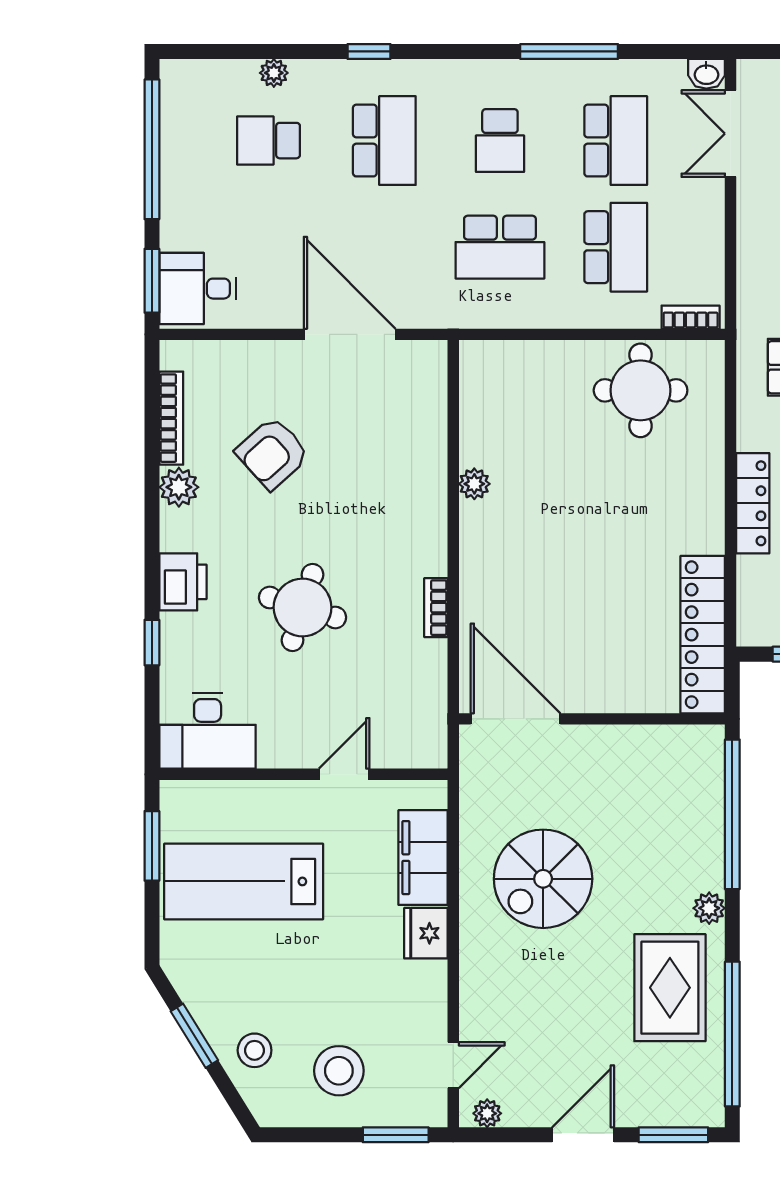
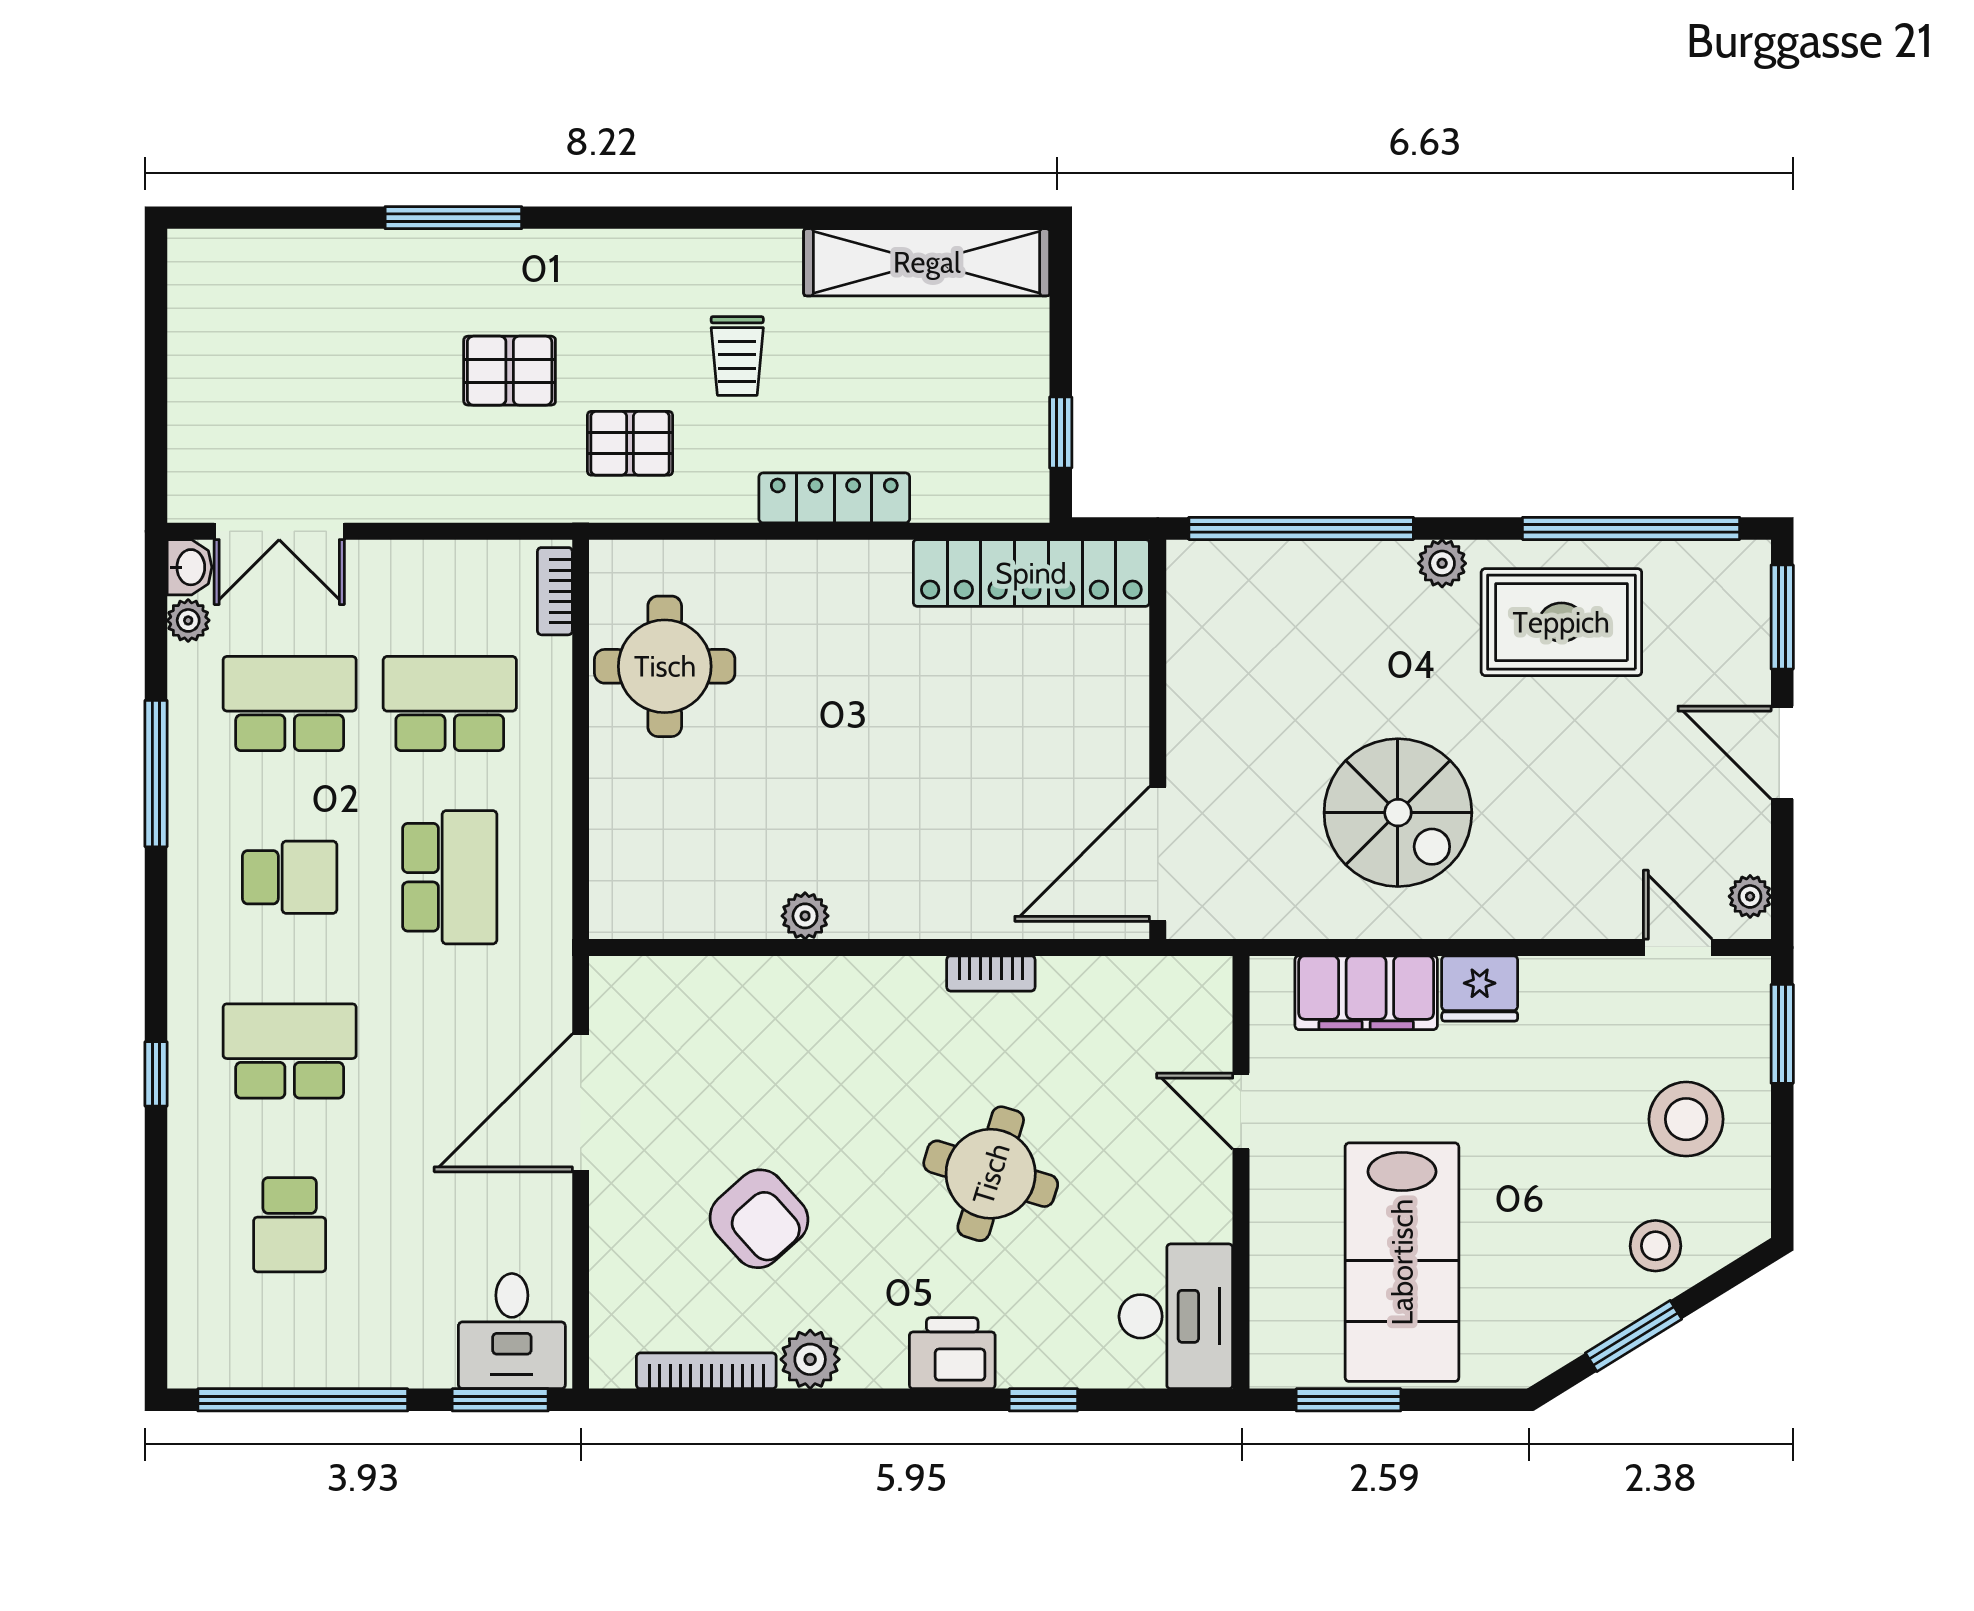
plant: (274, 73) -> (188, 620), moved

